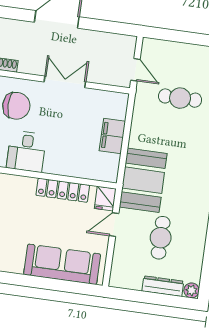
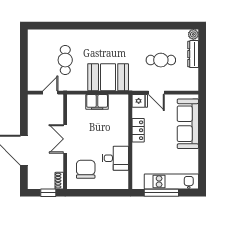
booth: (143, 180) -> (108, 77), moved
locker: (63, 190) -> (138, 130), width x0.66

